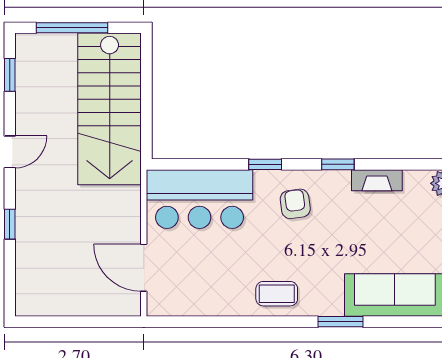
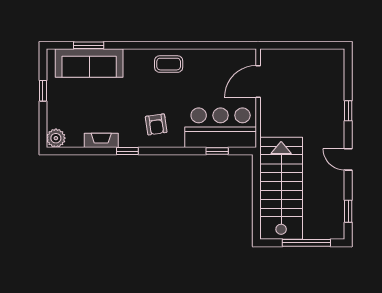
door: (10, 152) -> (348, 159), hinge flipped
window: (265, 164) -> (217, 151), moved
door: (144, 268) -> (258, 81), swing flipped
window: (341, 322) -> (89, 45), moved

